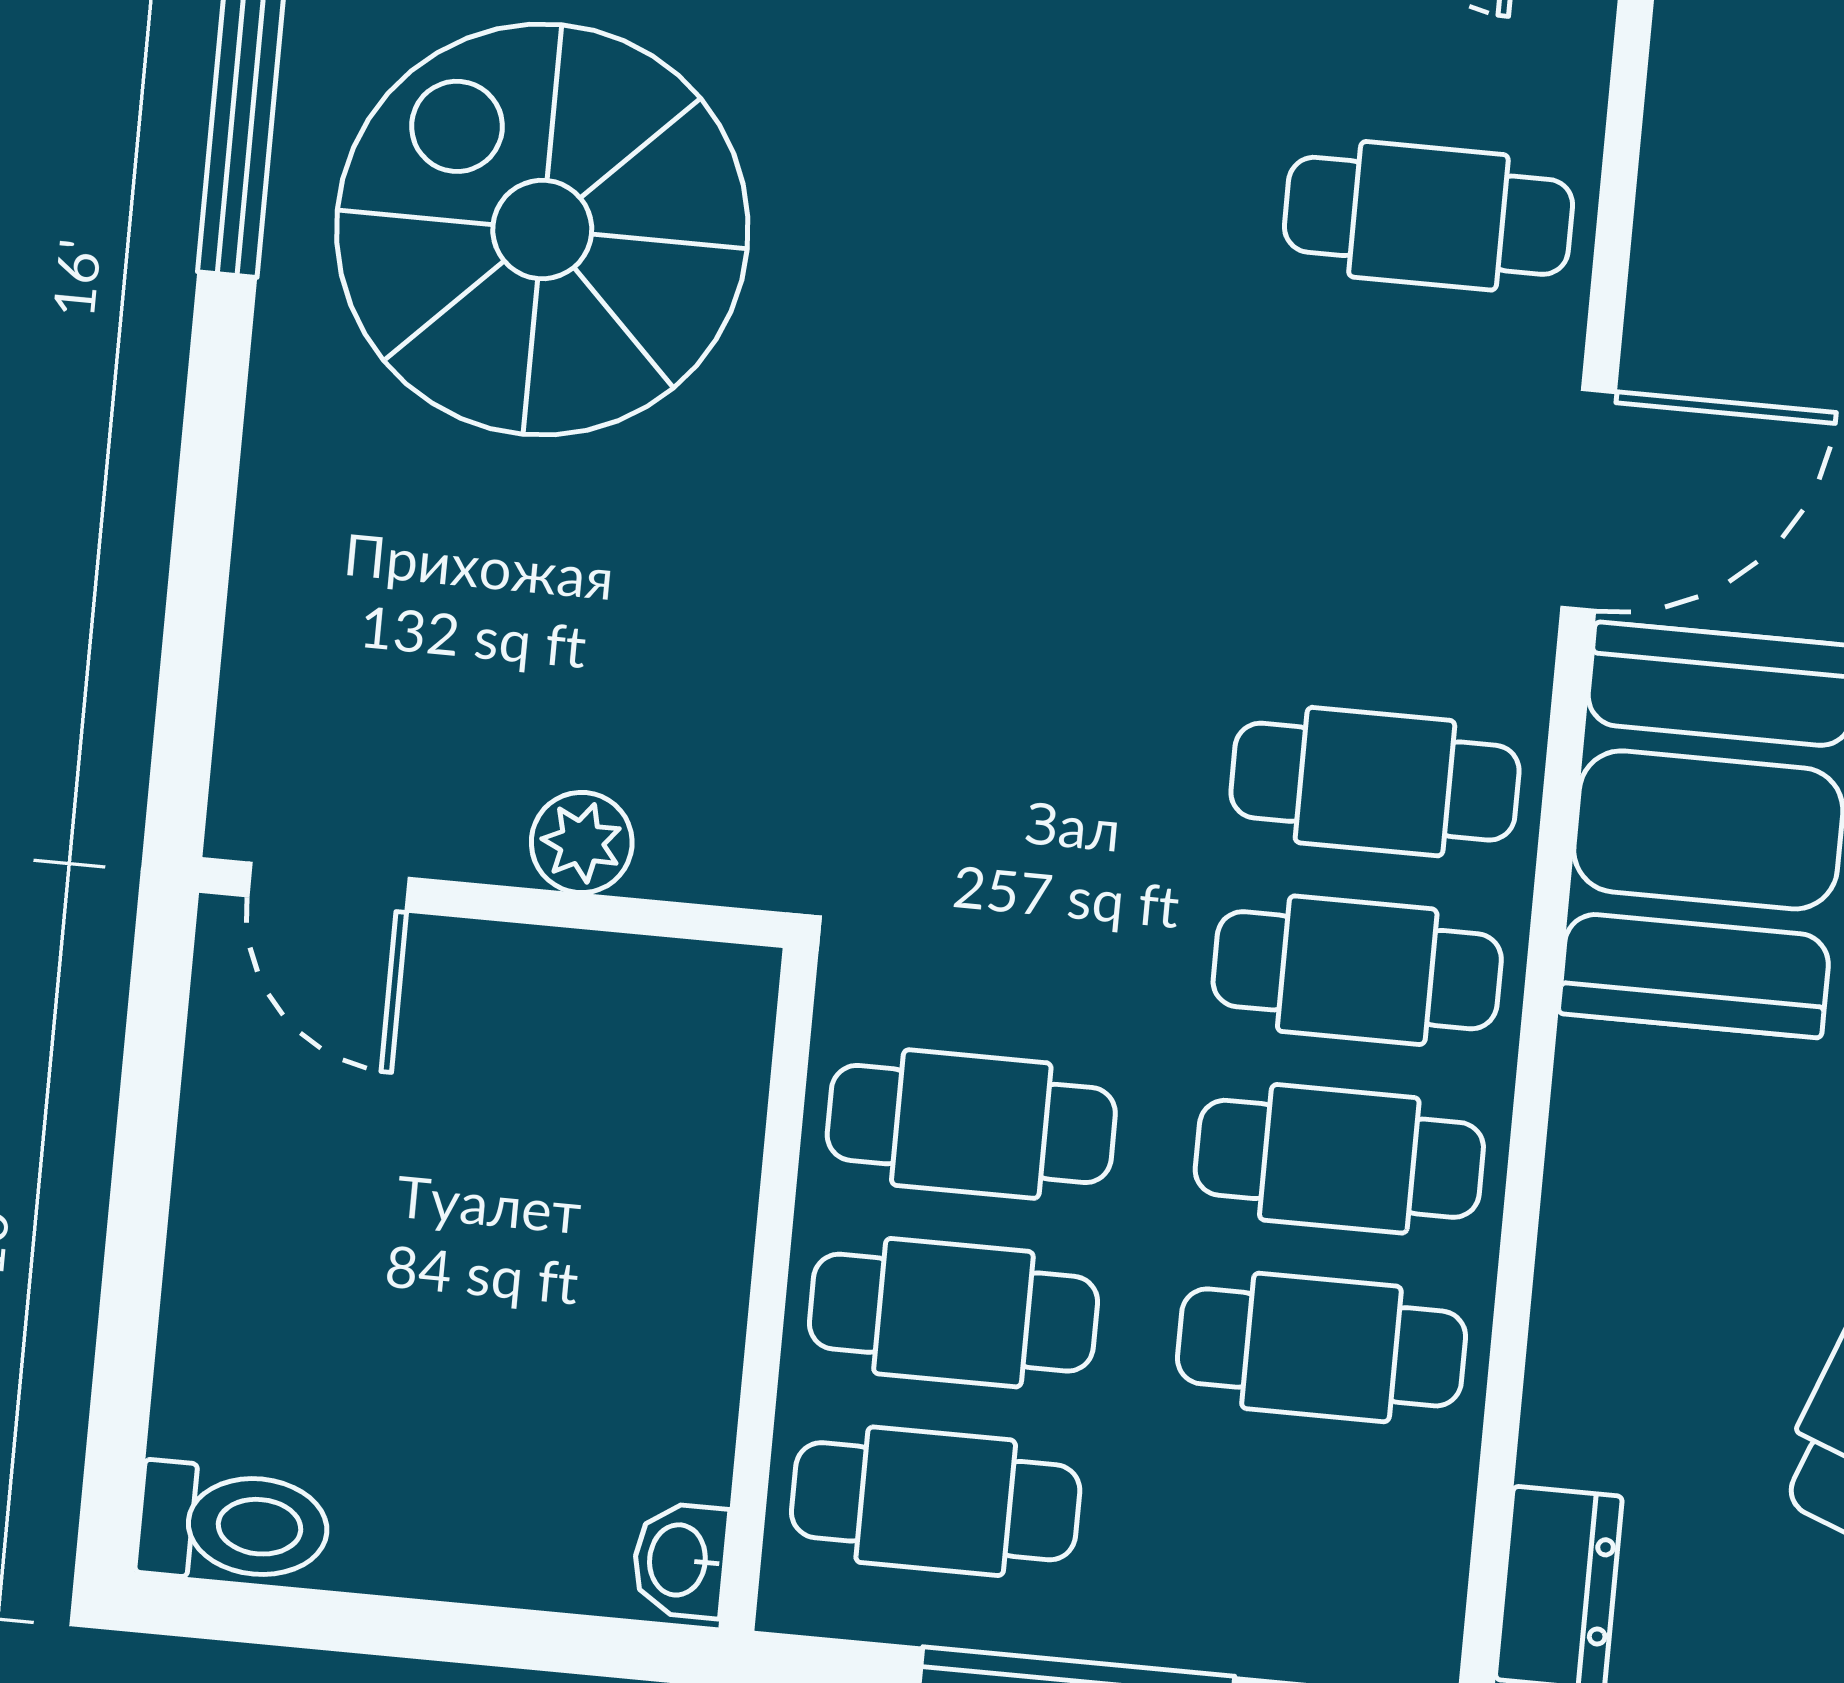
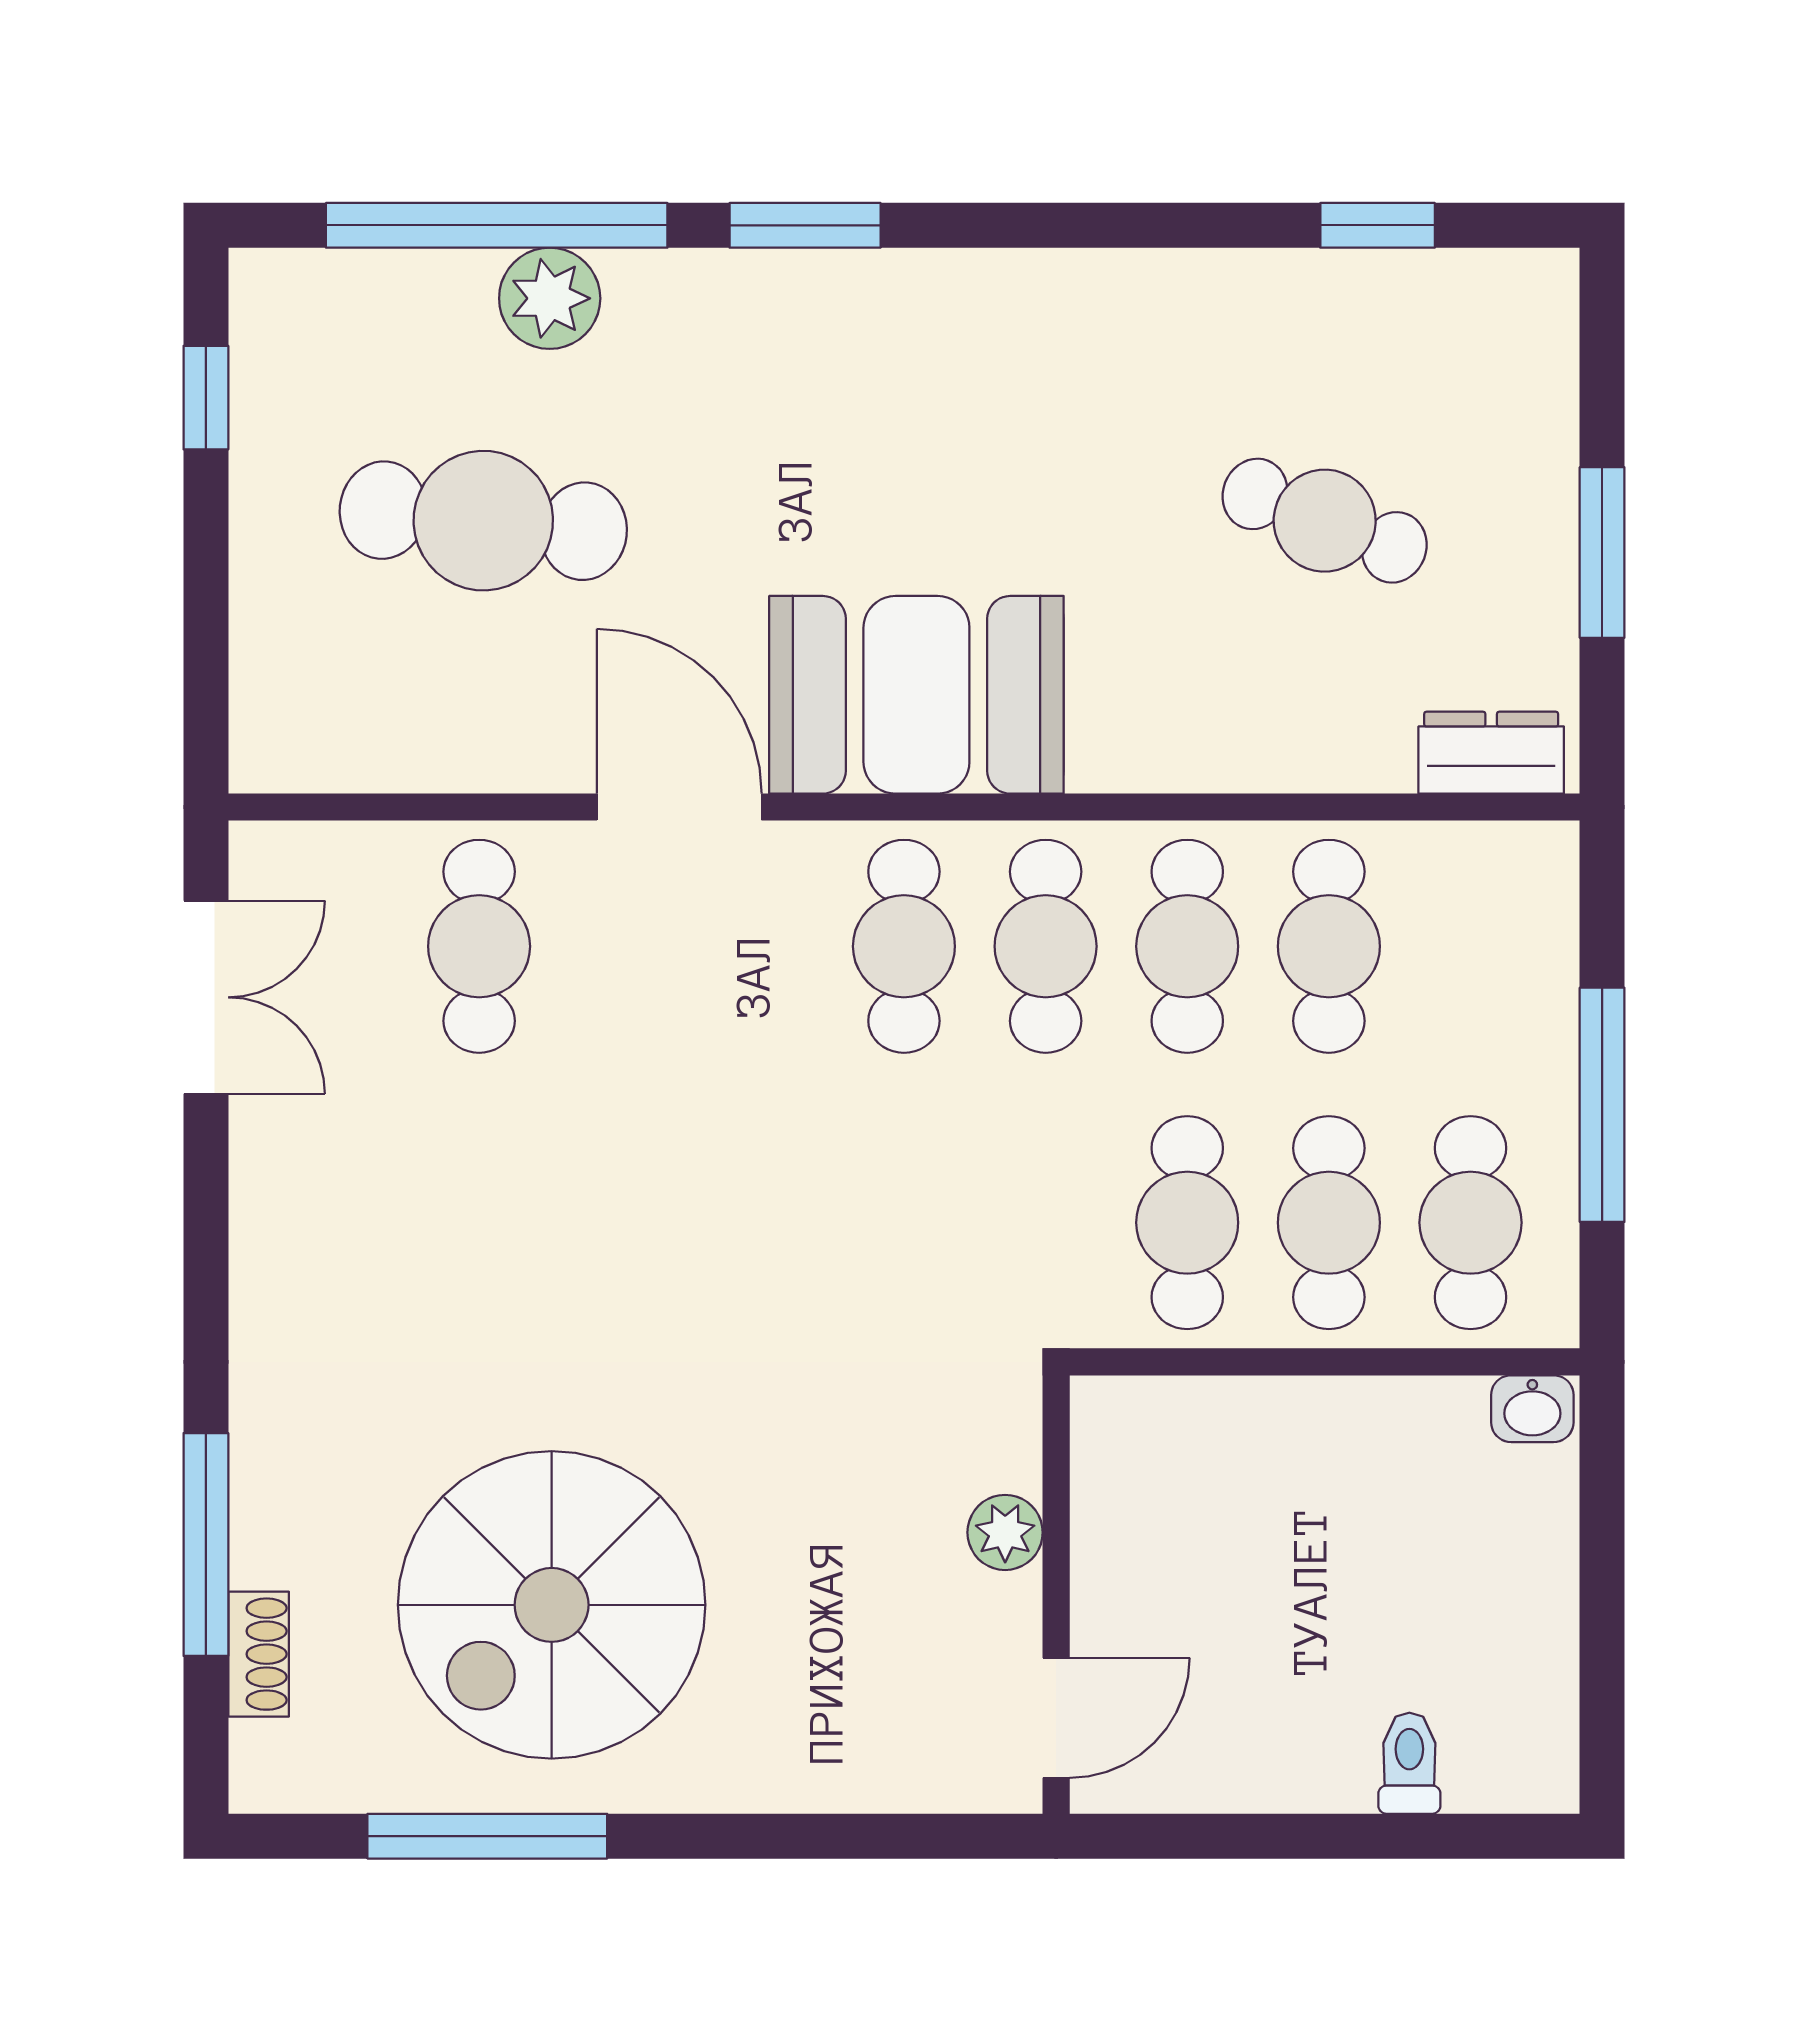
toilet: (233, 1524) -> (1409, 1763), moved, width x0.73, depth x0.72

